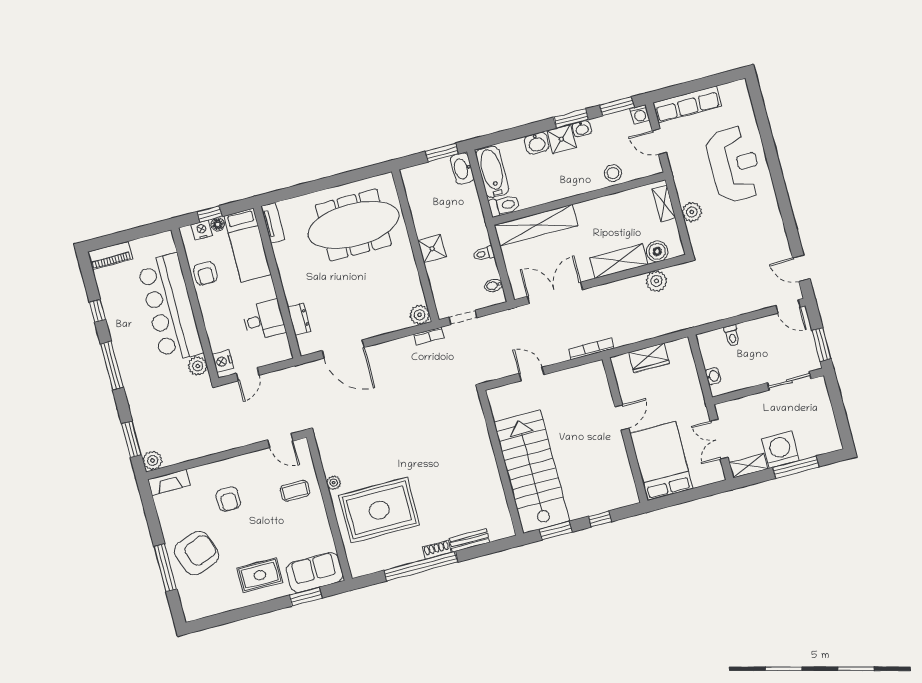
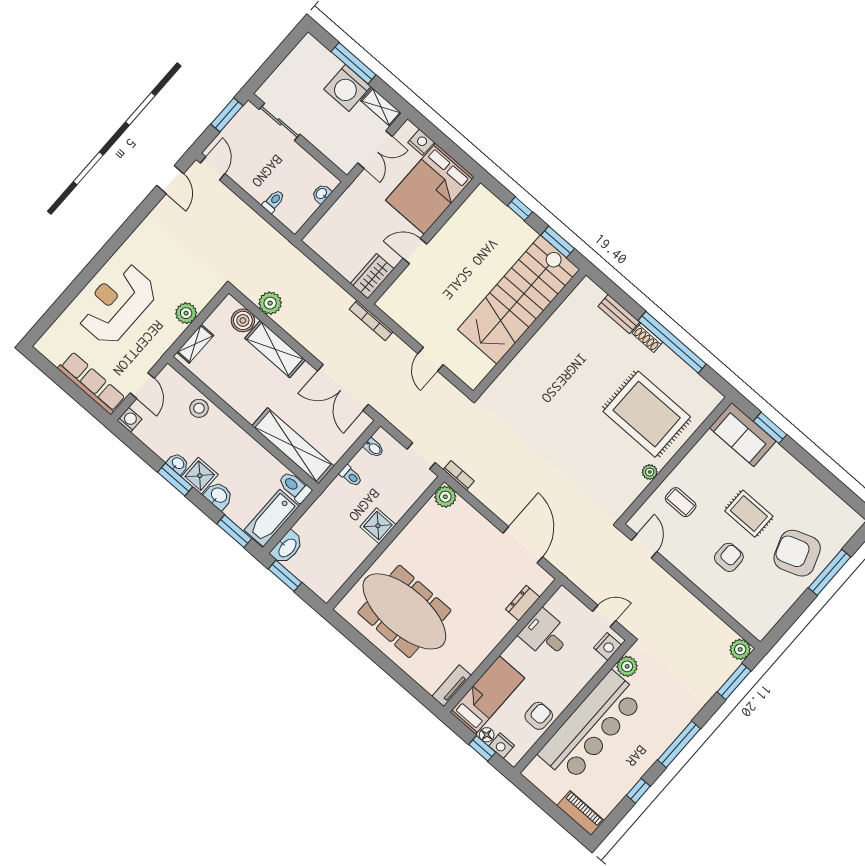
window: (617, 106) -> (234, 531), moved
wardrobe: (649, 358) -> (372, 276), moved, turned -90
nightstand: (701, 478) -> (421, 142), added
fireplace: (169, 482) -> (750, 621), removed
rug: (260, 575) -> (749, 514), moved

